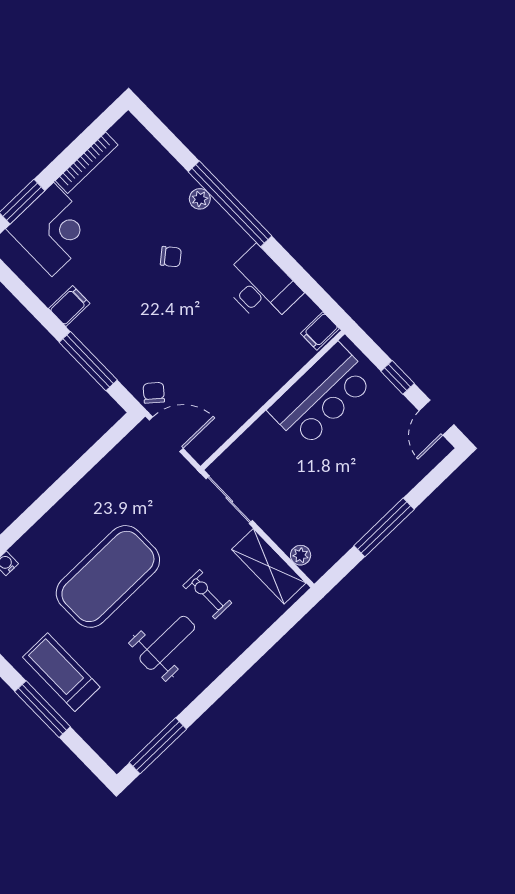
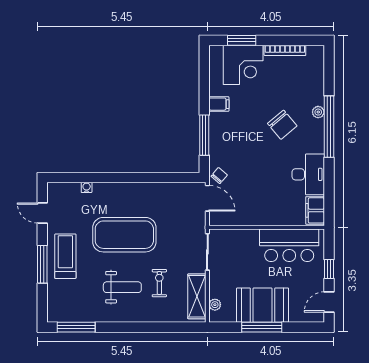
chair: (171, 257) -> (282, 125), width x1.87, depth x1.87
filing cabinet: (320, 331) -> (315, 210), width x2.00
booth: (359, 500) -> (263, 305), added

